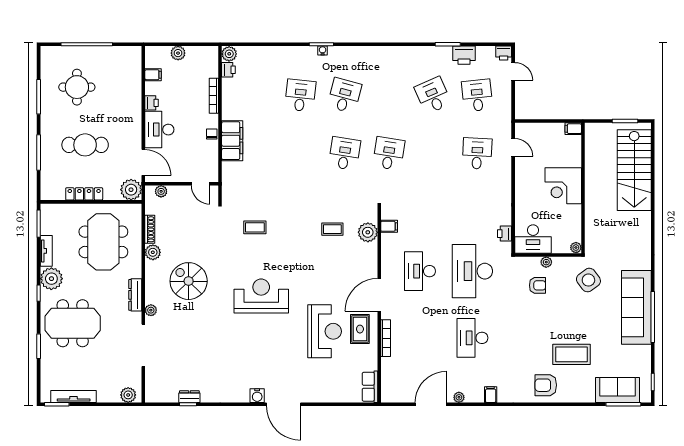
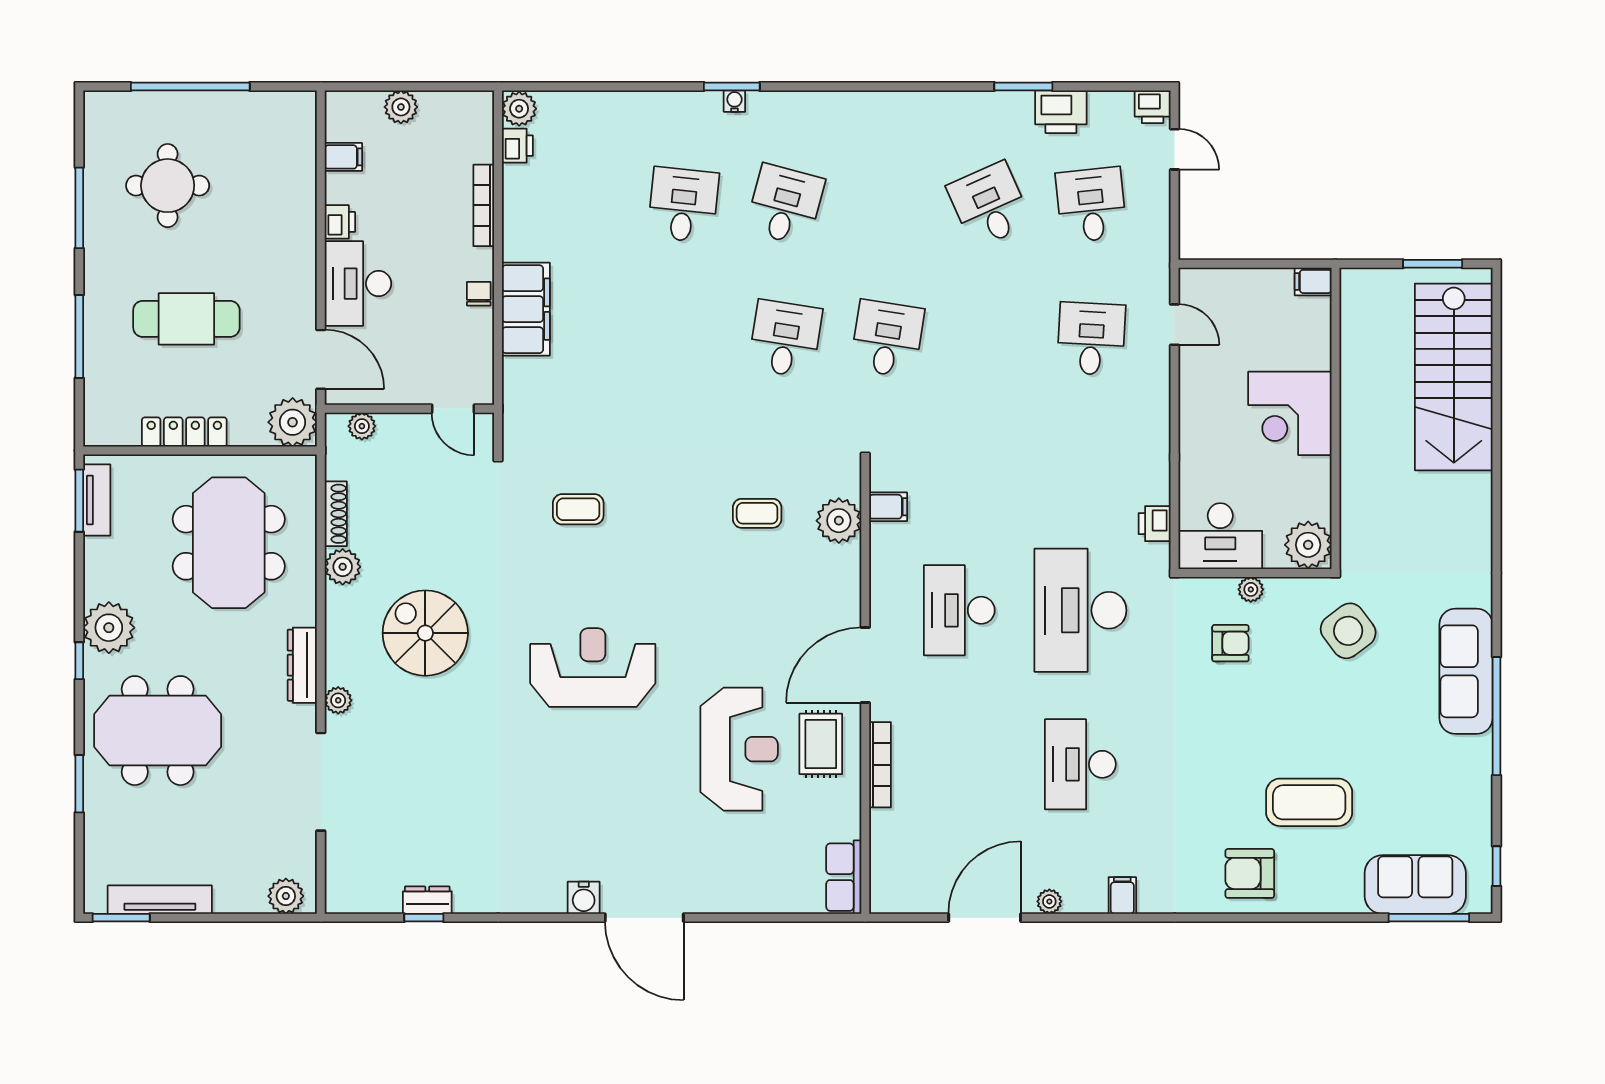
plant: (576, 248) -> (1308, 545), width x1.88, depth x1.88
tv unit: (46, 251) -> (97, 500), moved
sofa: (636, 307) -> (1466, 671), width x0.74, depth x0.79

